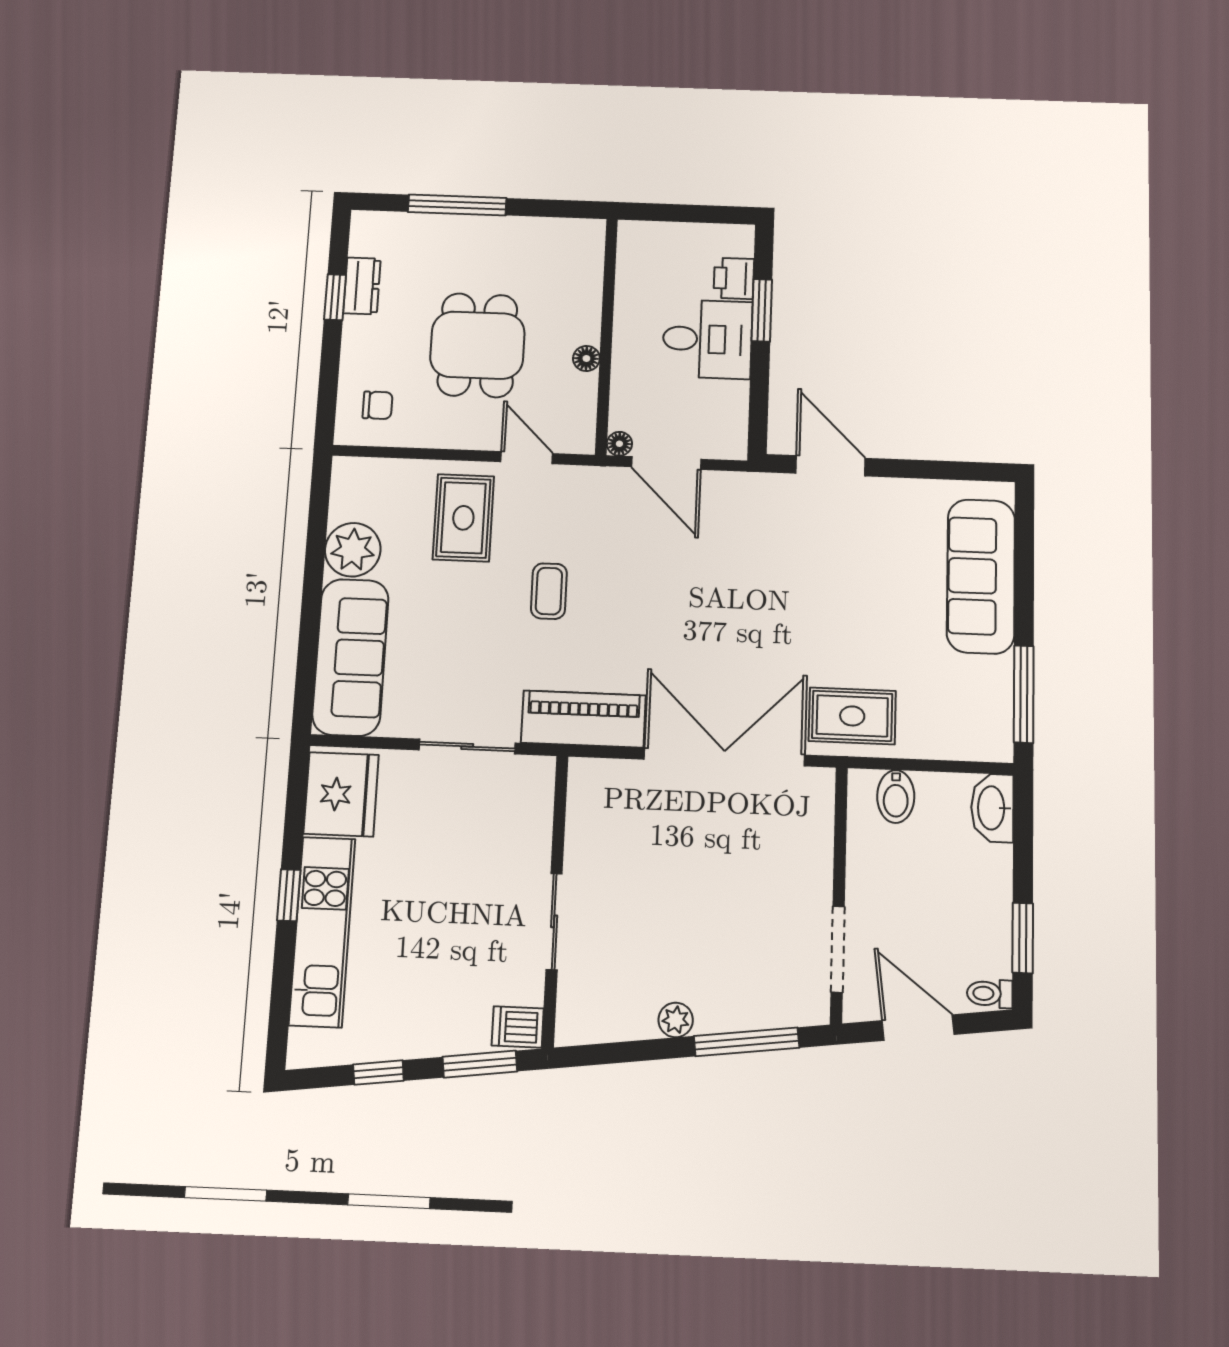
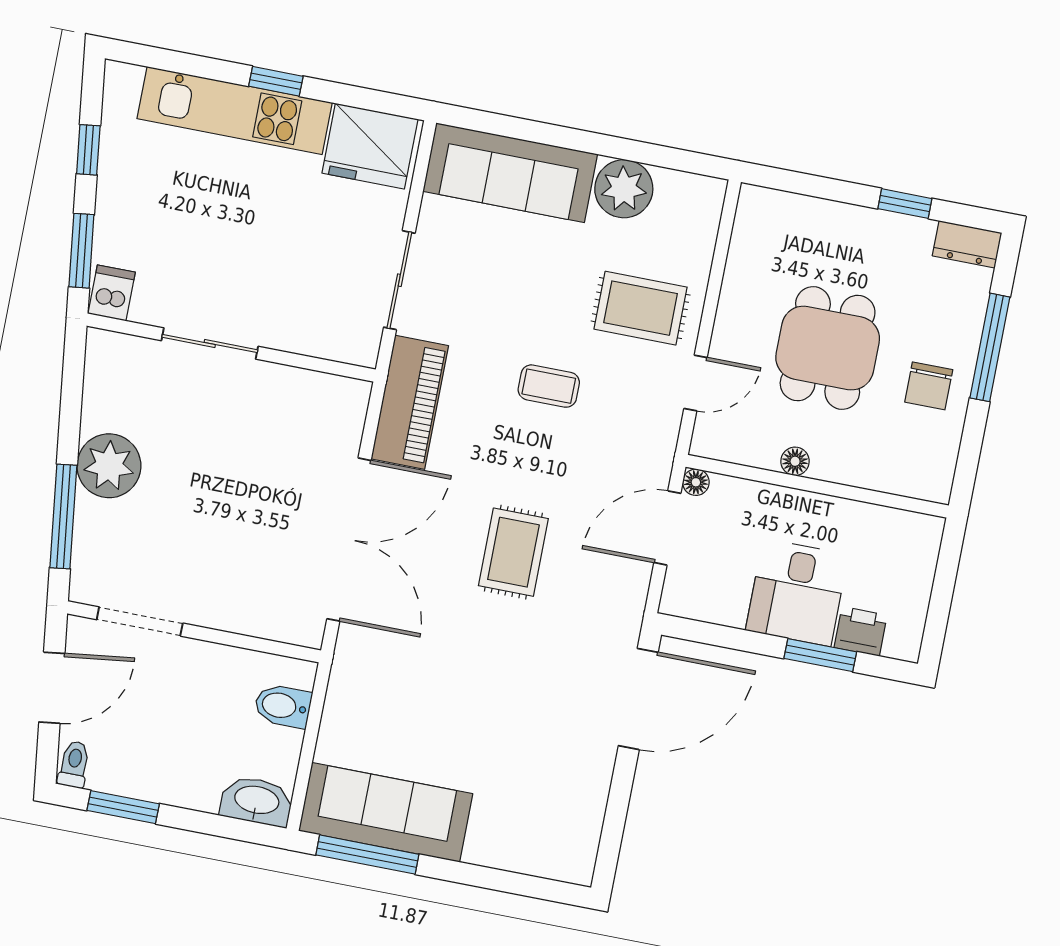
dresser: (362, 286) -> (967, 244), moved
dining table: (477, 345) -> (828, 348), turned 90
chair: (378, 405) -> (929, 386), moved, width x1.37, depth x1.37
door: (831, 466) -> (638, 699), width x1.36
sofa: (981, 576) -> (386, 812), moved
rug: (852, 716) -> (513, 552), moved
plant: (676, 1020) -> (109, 466), width x1.88, depth x1.88

